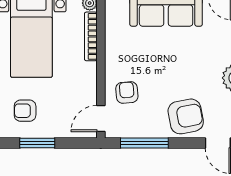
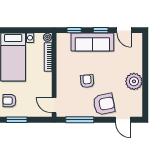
armchair: (127, 92) -> (87, 81), moved
door: (101, 118) -> (54, 105), hinge flipped

